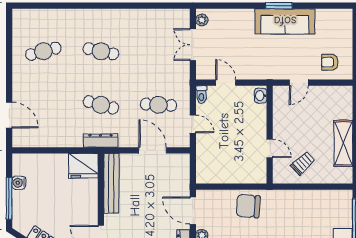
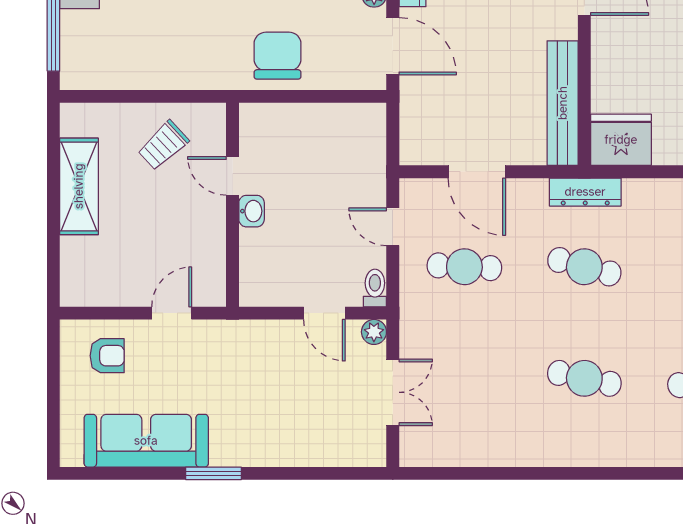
plant: (202, 20) -> (374, 332), moved
sofa: (285, 21) -> (146, 441), moved
washbasin: (261, 96) -> (252, 211), moved
chair: (248, 206) -> (277, 56), turned -94

